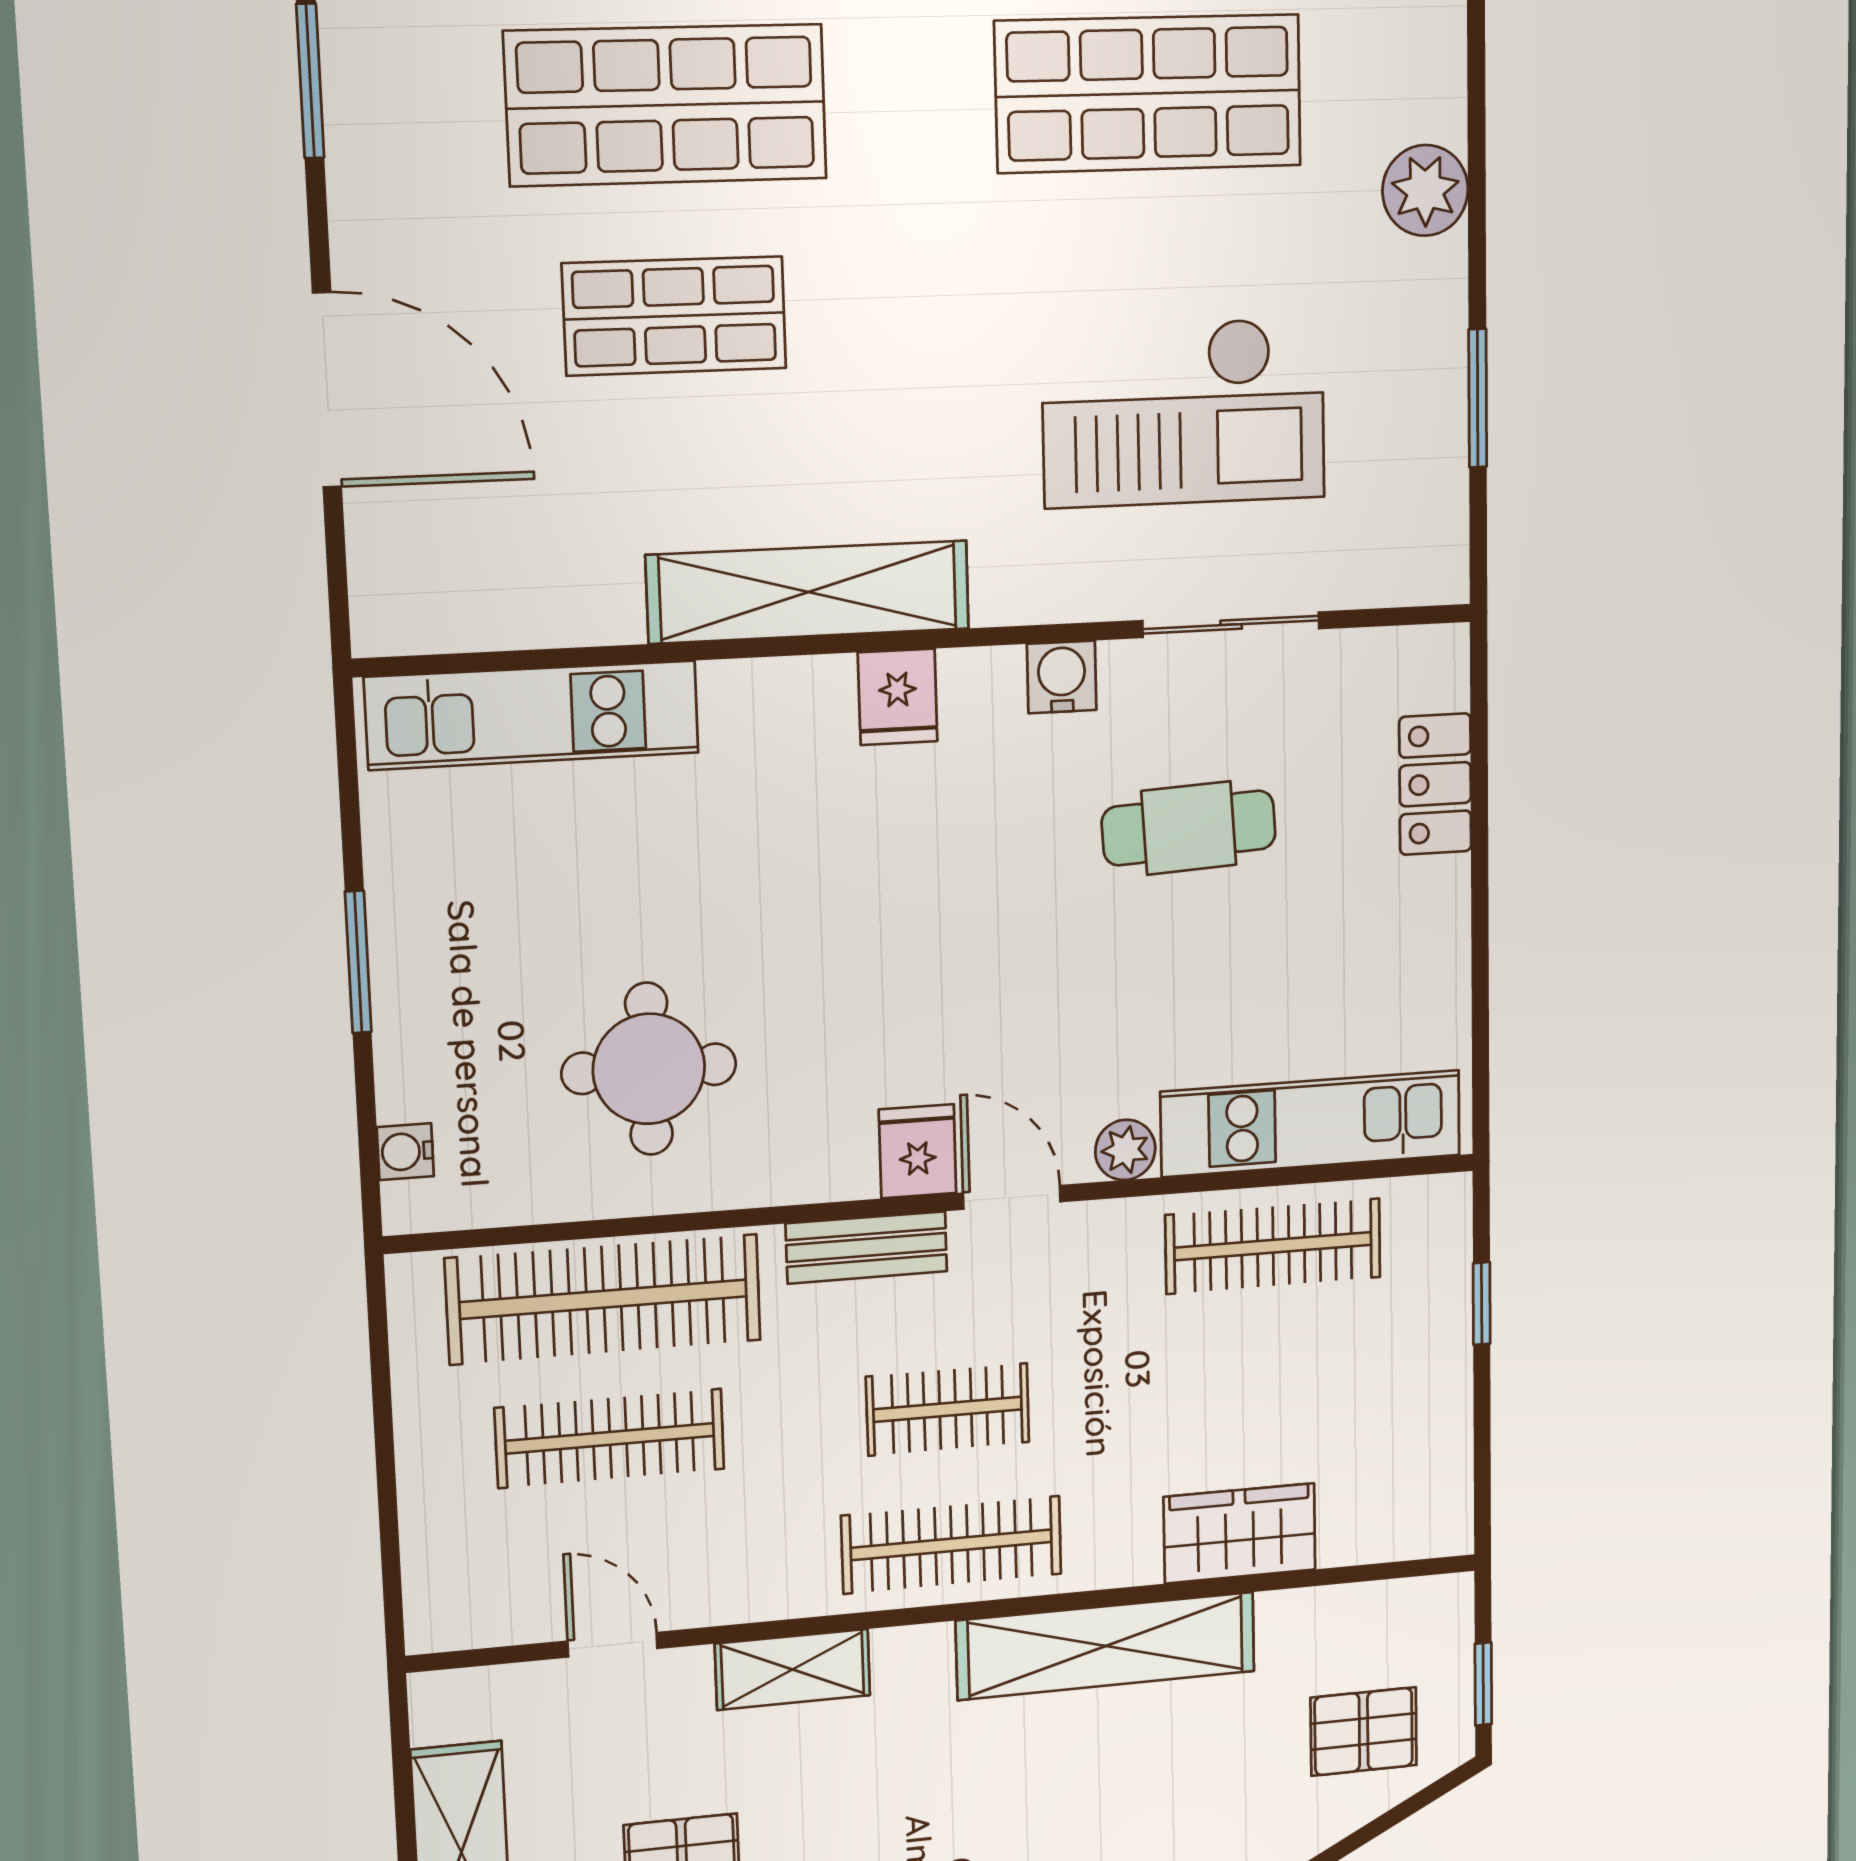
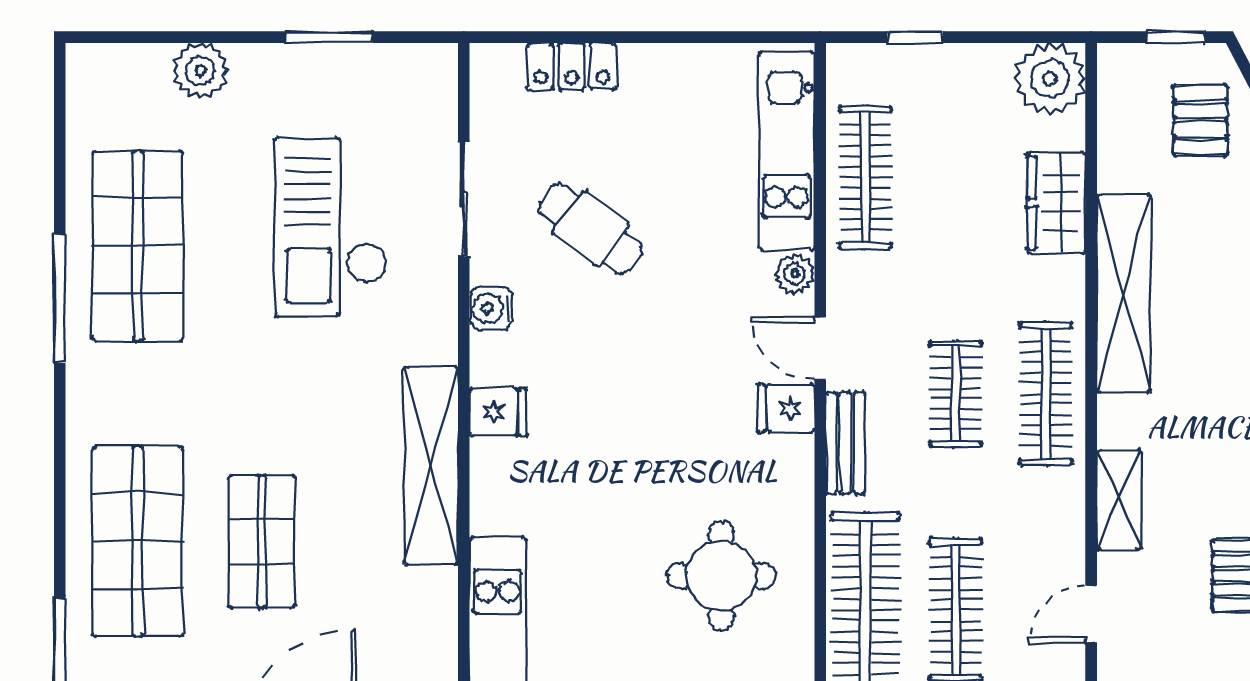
checkout: (1184, 412) -> (331, 227), turned 180
cafe table: (1189, 828) -> (590, 229), turned -49
door: (1012, 1197) -> (820, 348), hinge flipped
plant: (1422, 1507) -> (1050, 79), added

